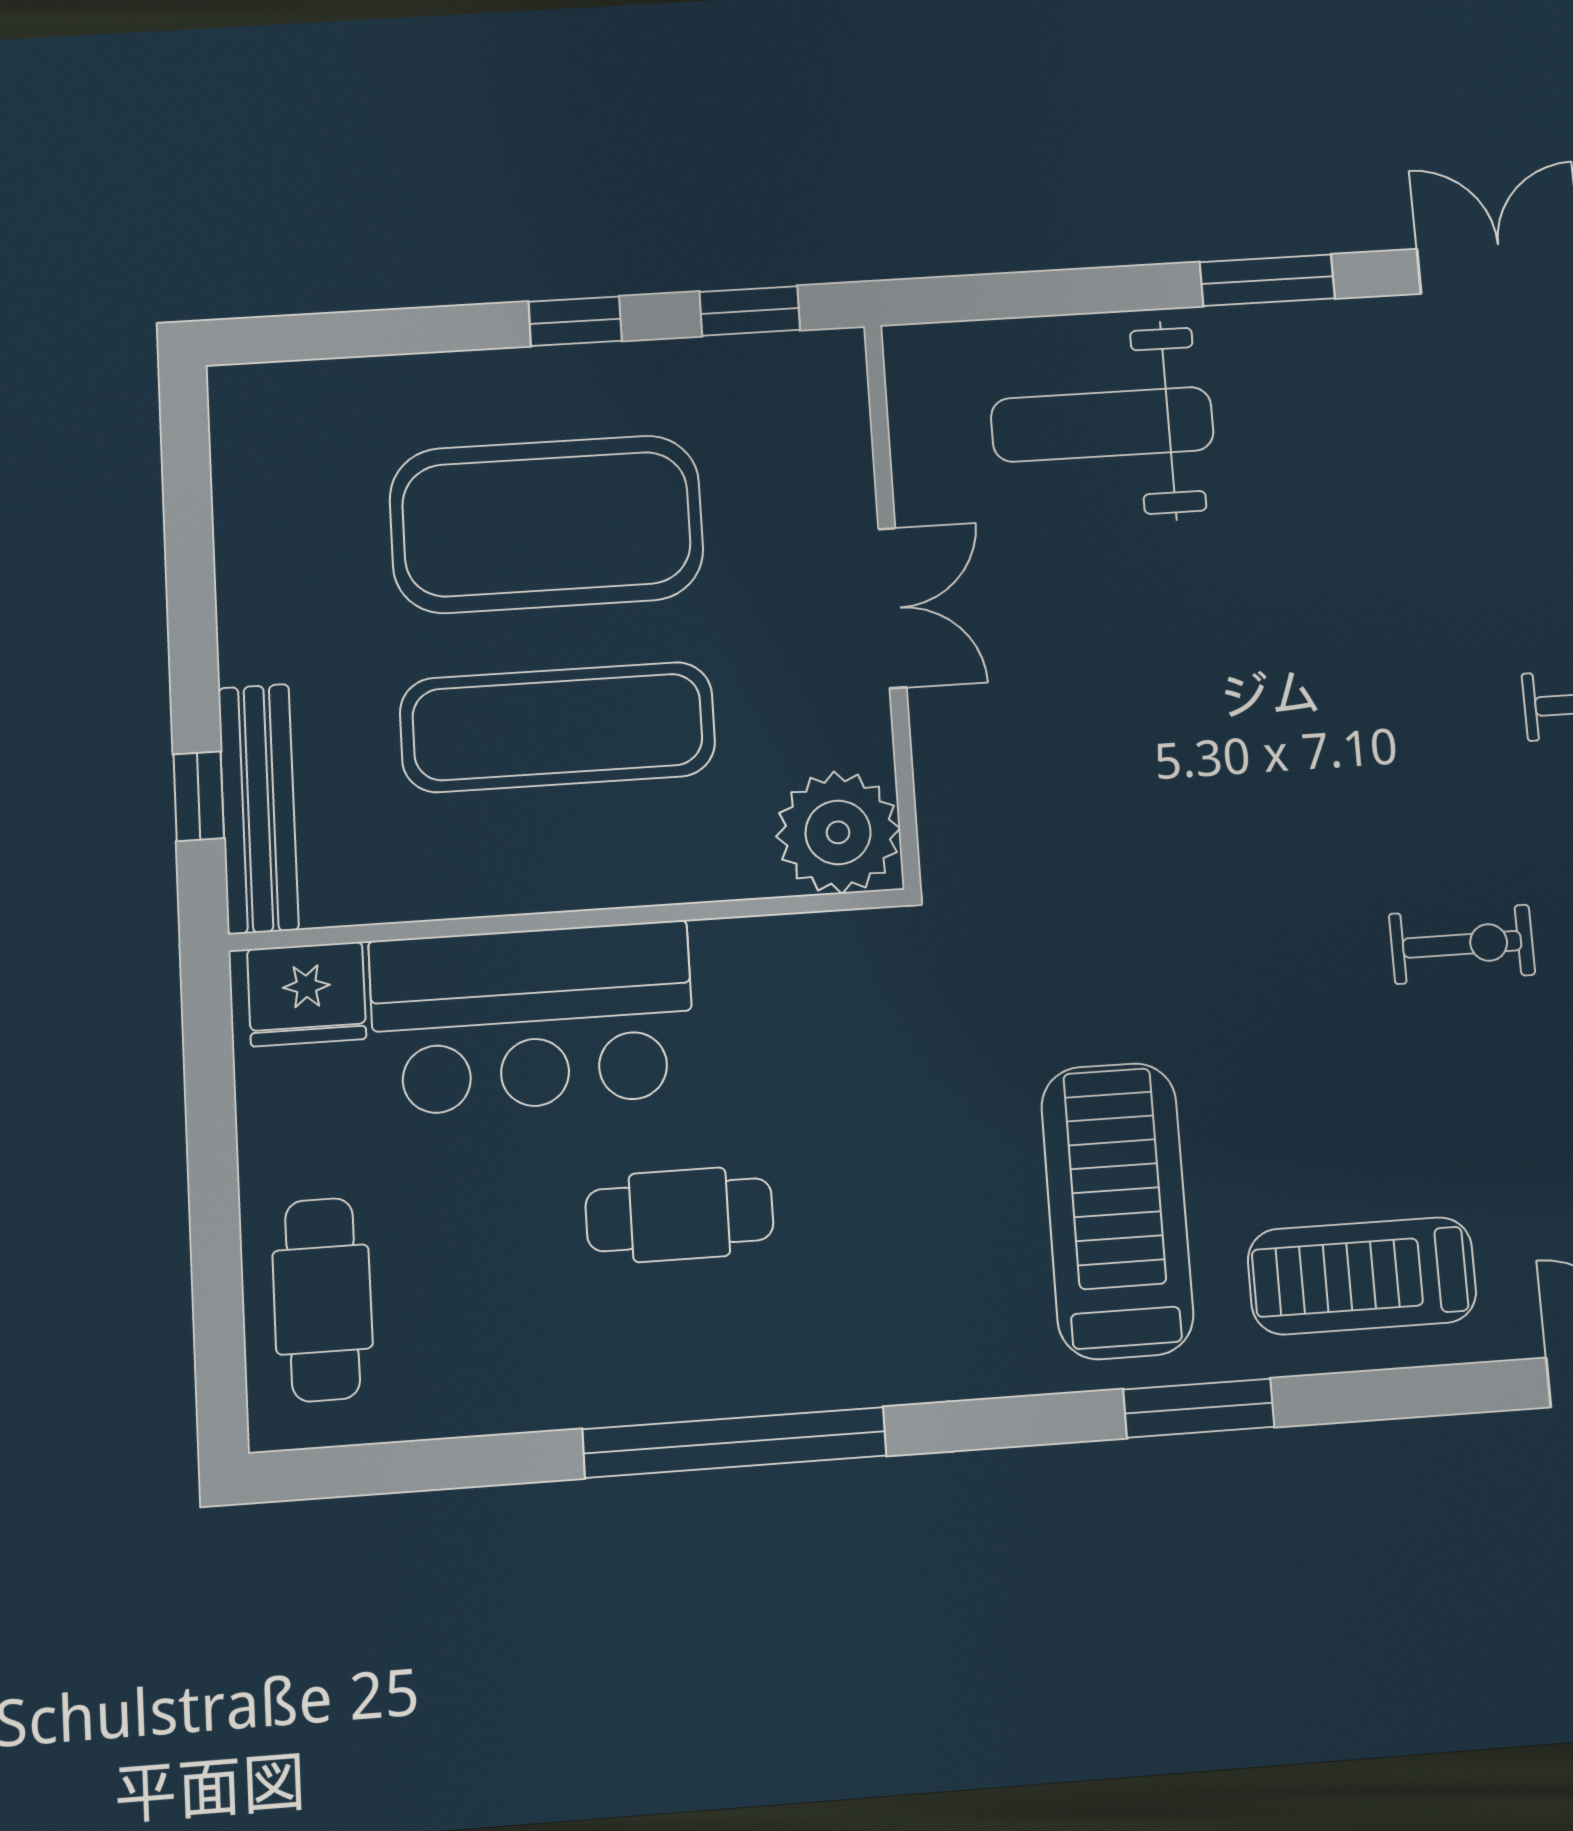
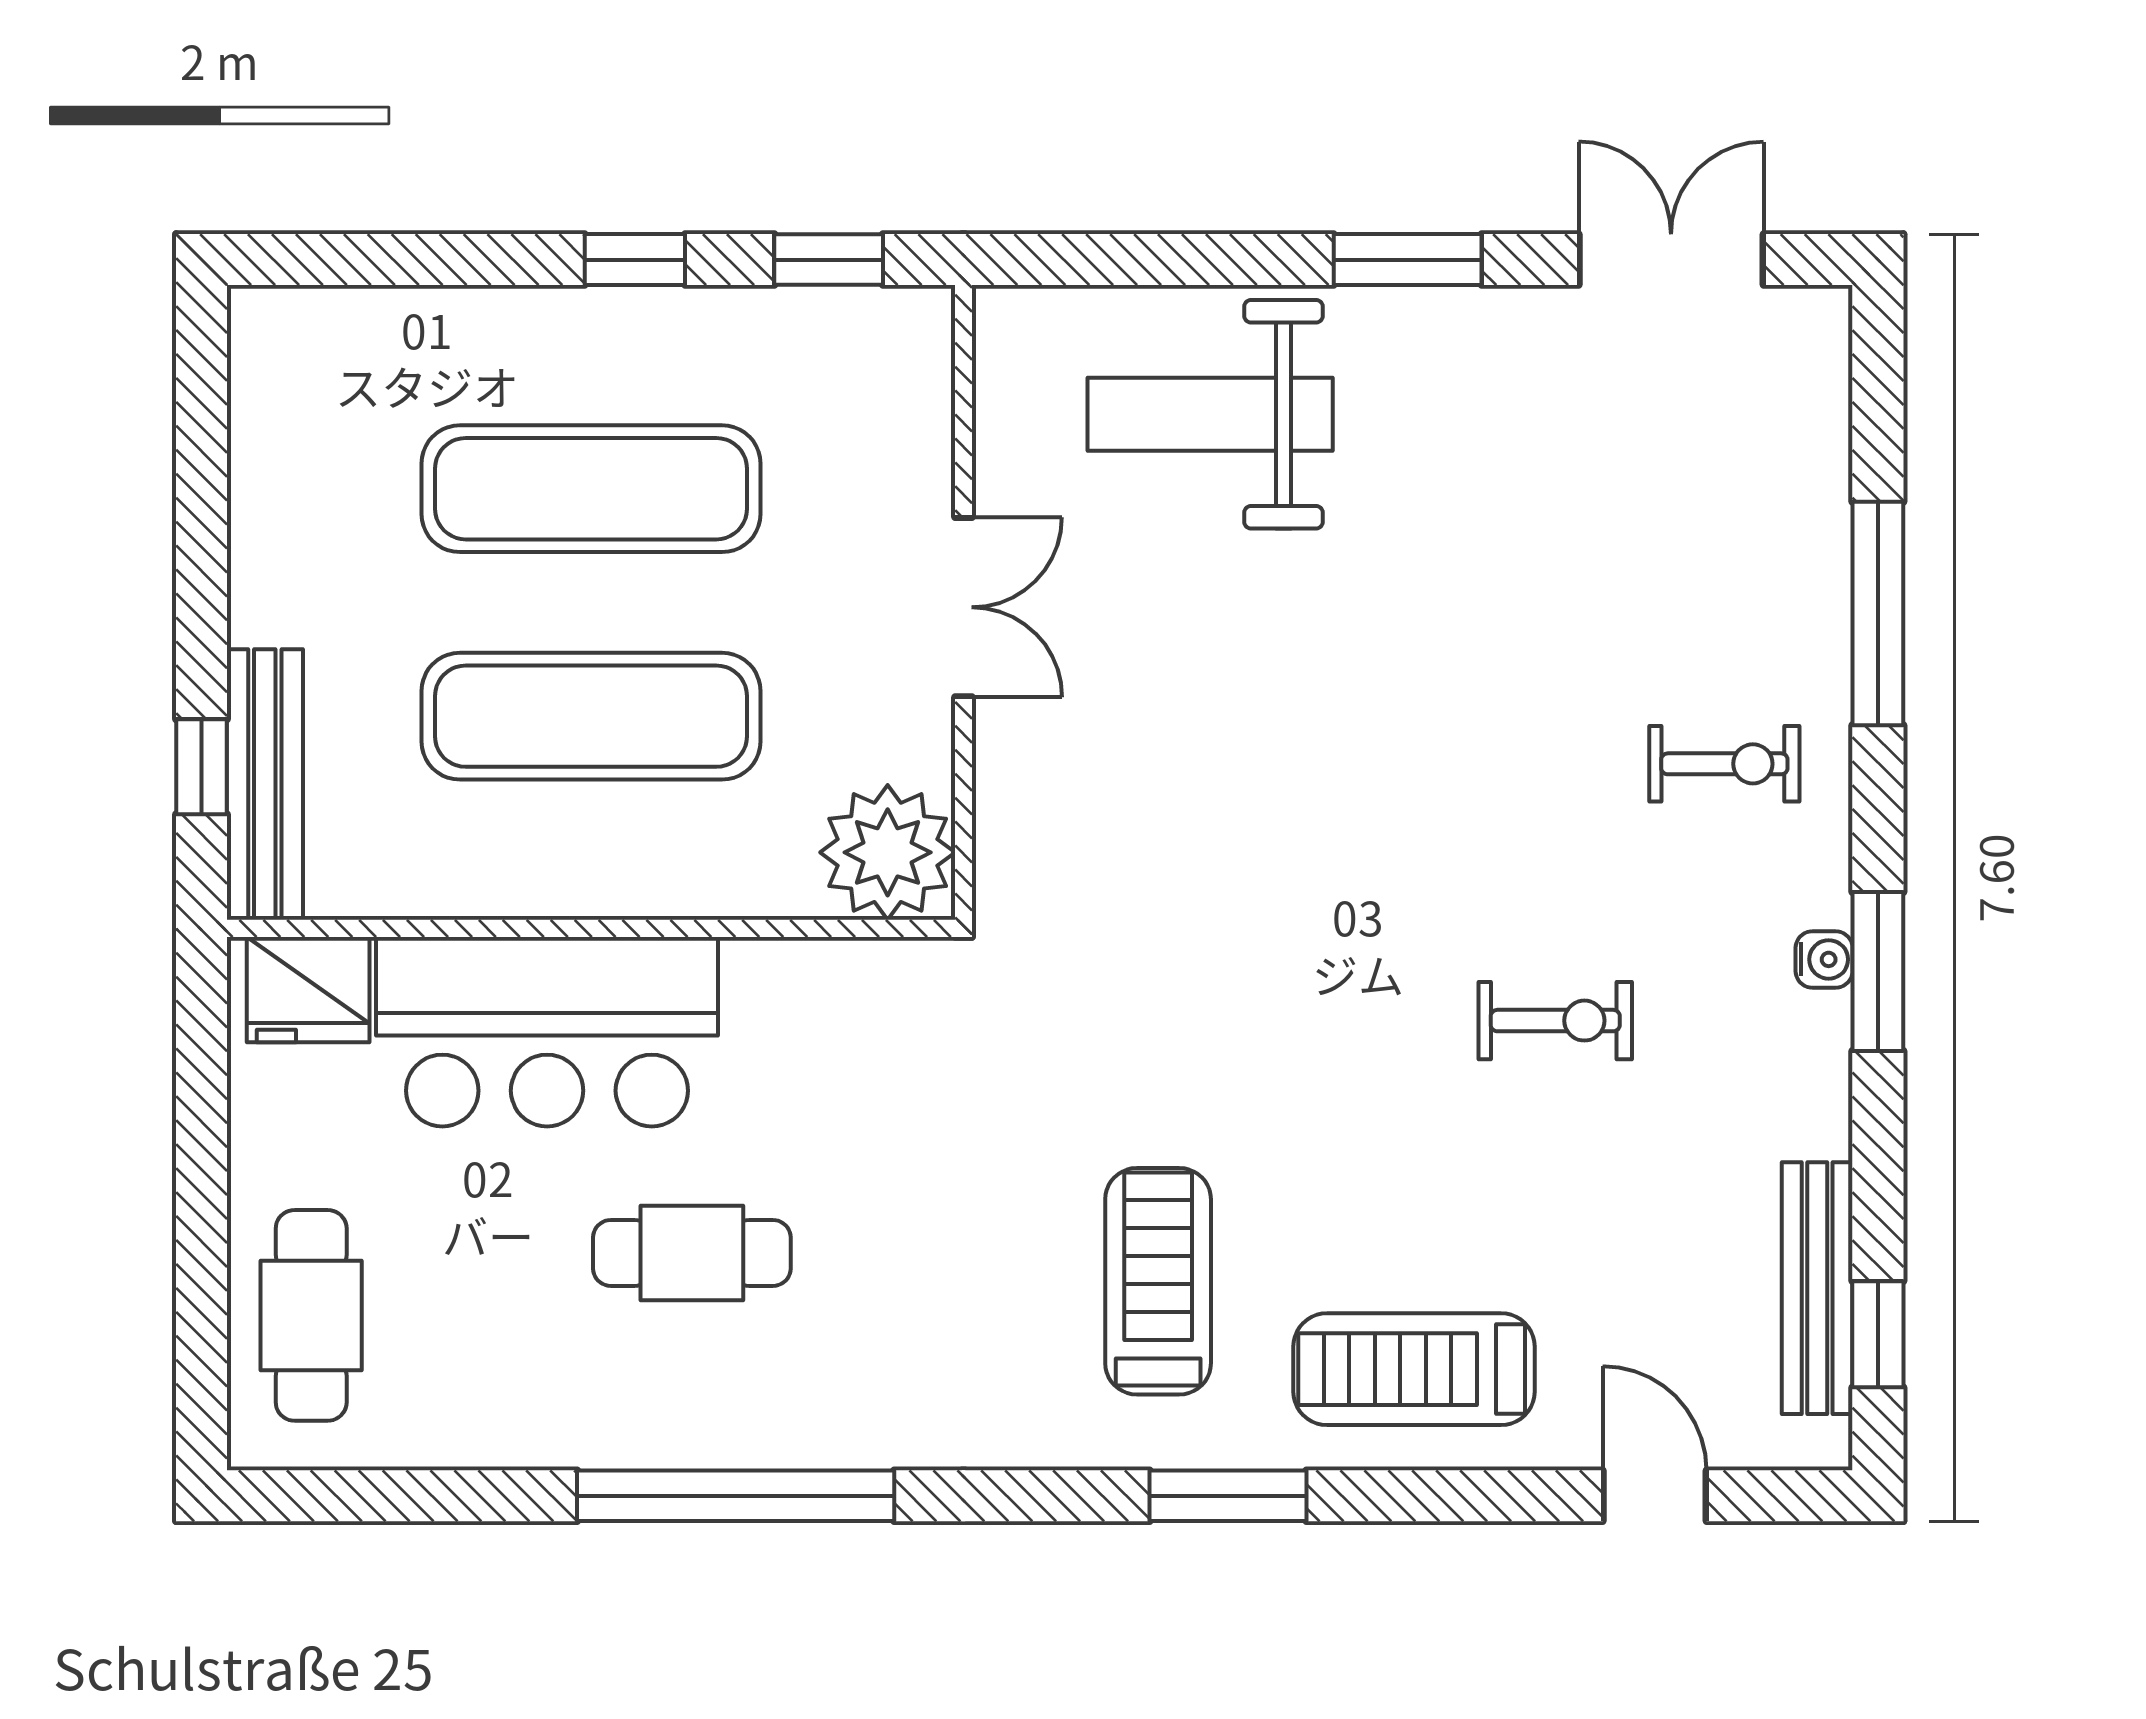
exercise mat: (546, 524) -> (591, 489), width x0.68
treadmill: (1117, 1210) -> (1158, 1281), width x0.73, depth x0.73

